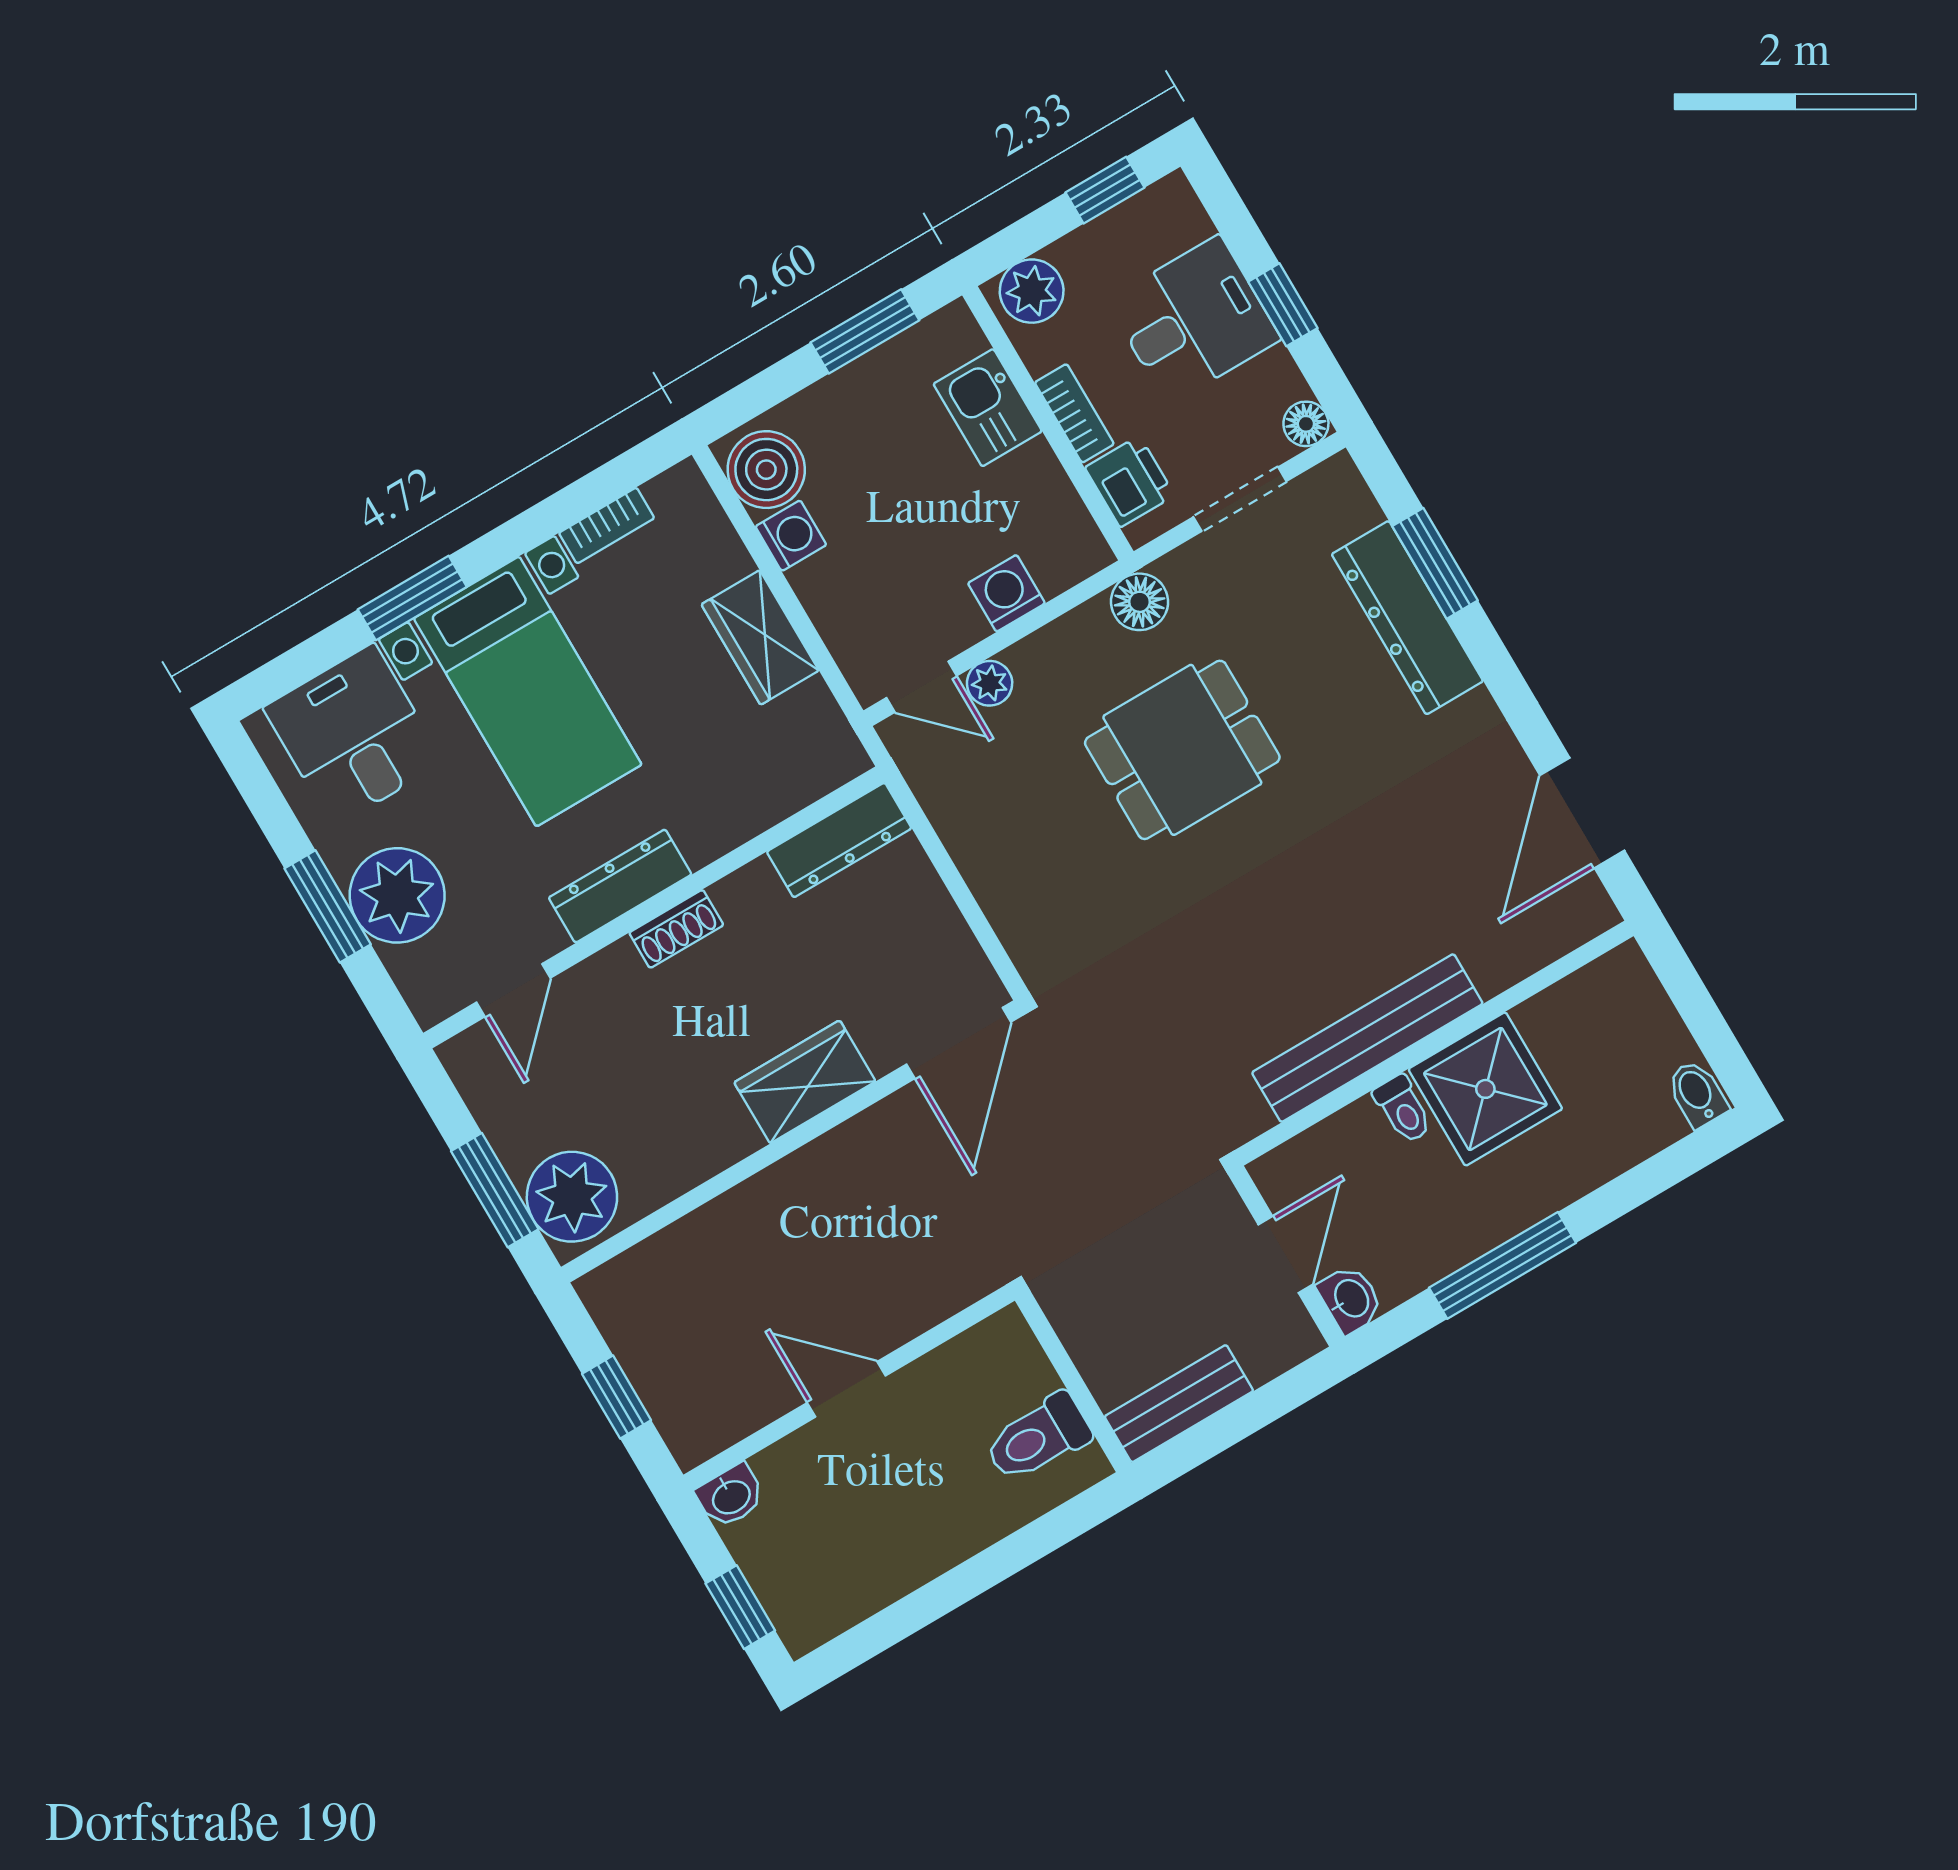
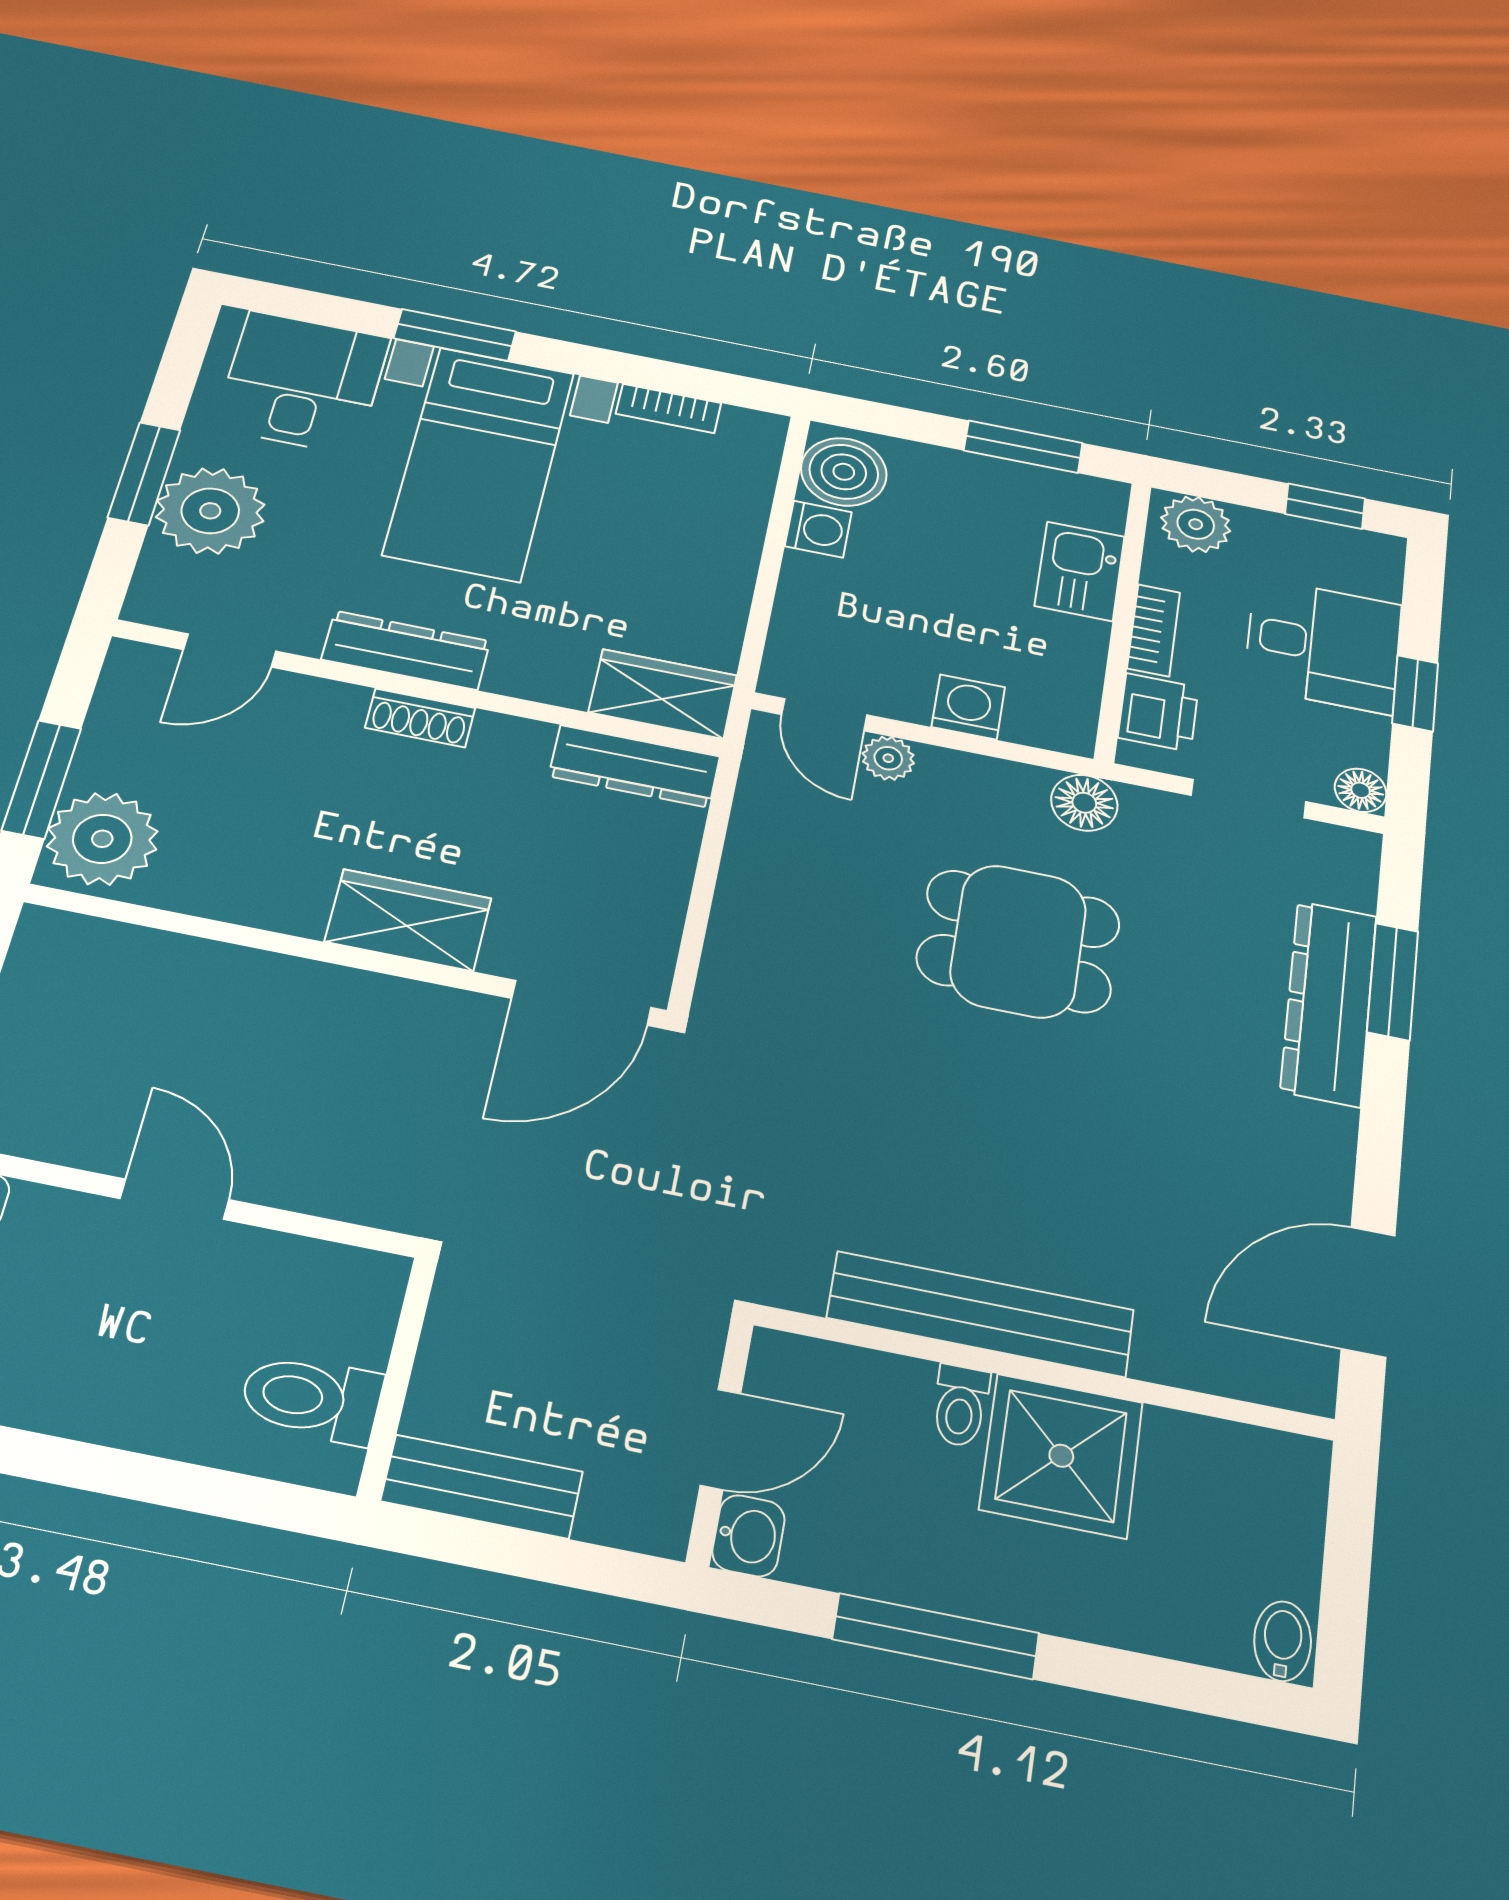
wardrobe: (760, 637) -> (663, 694), moved, turned 90

